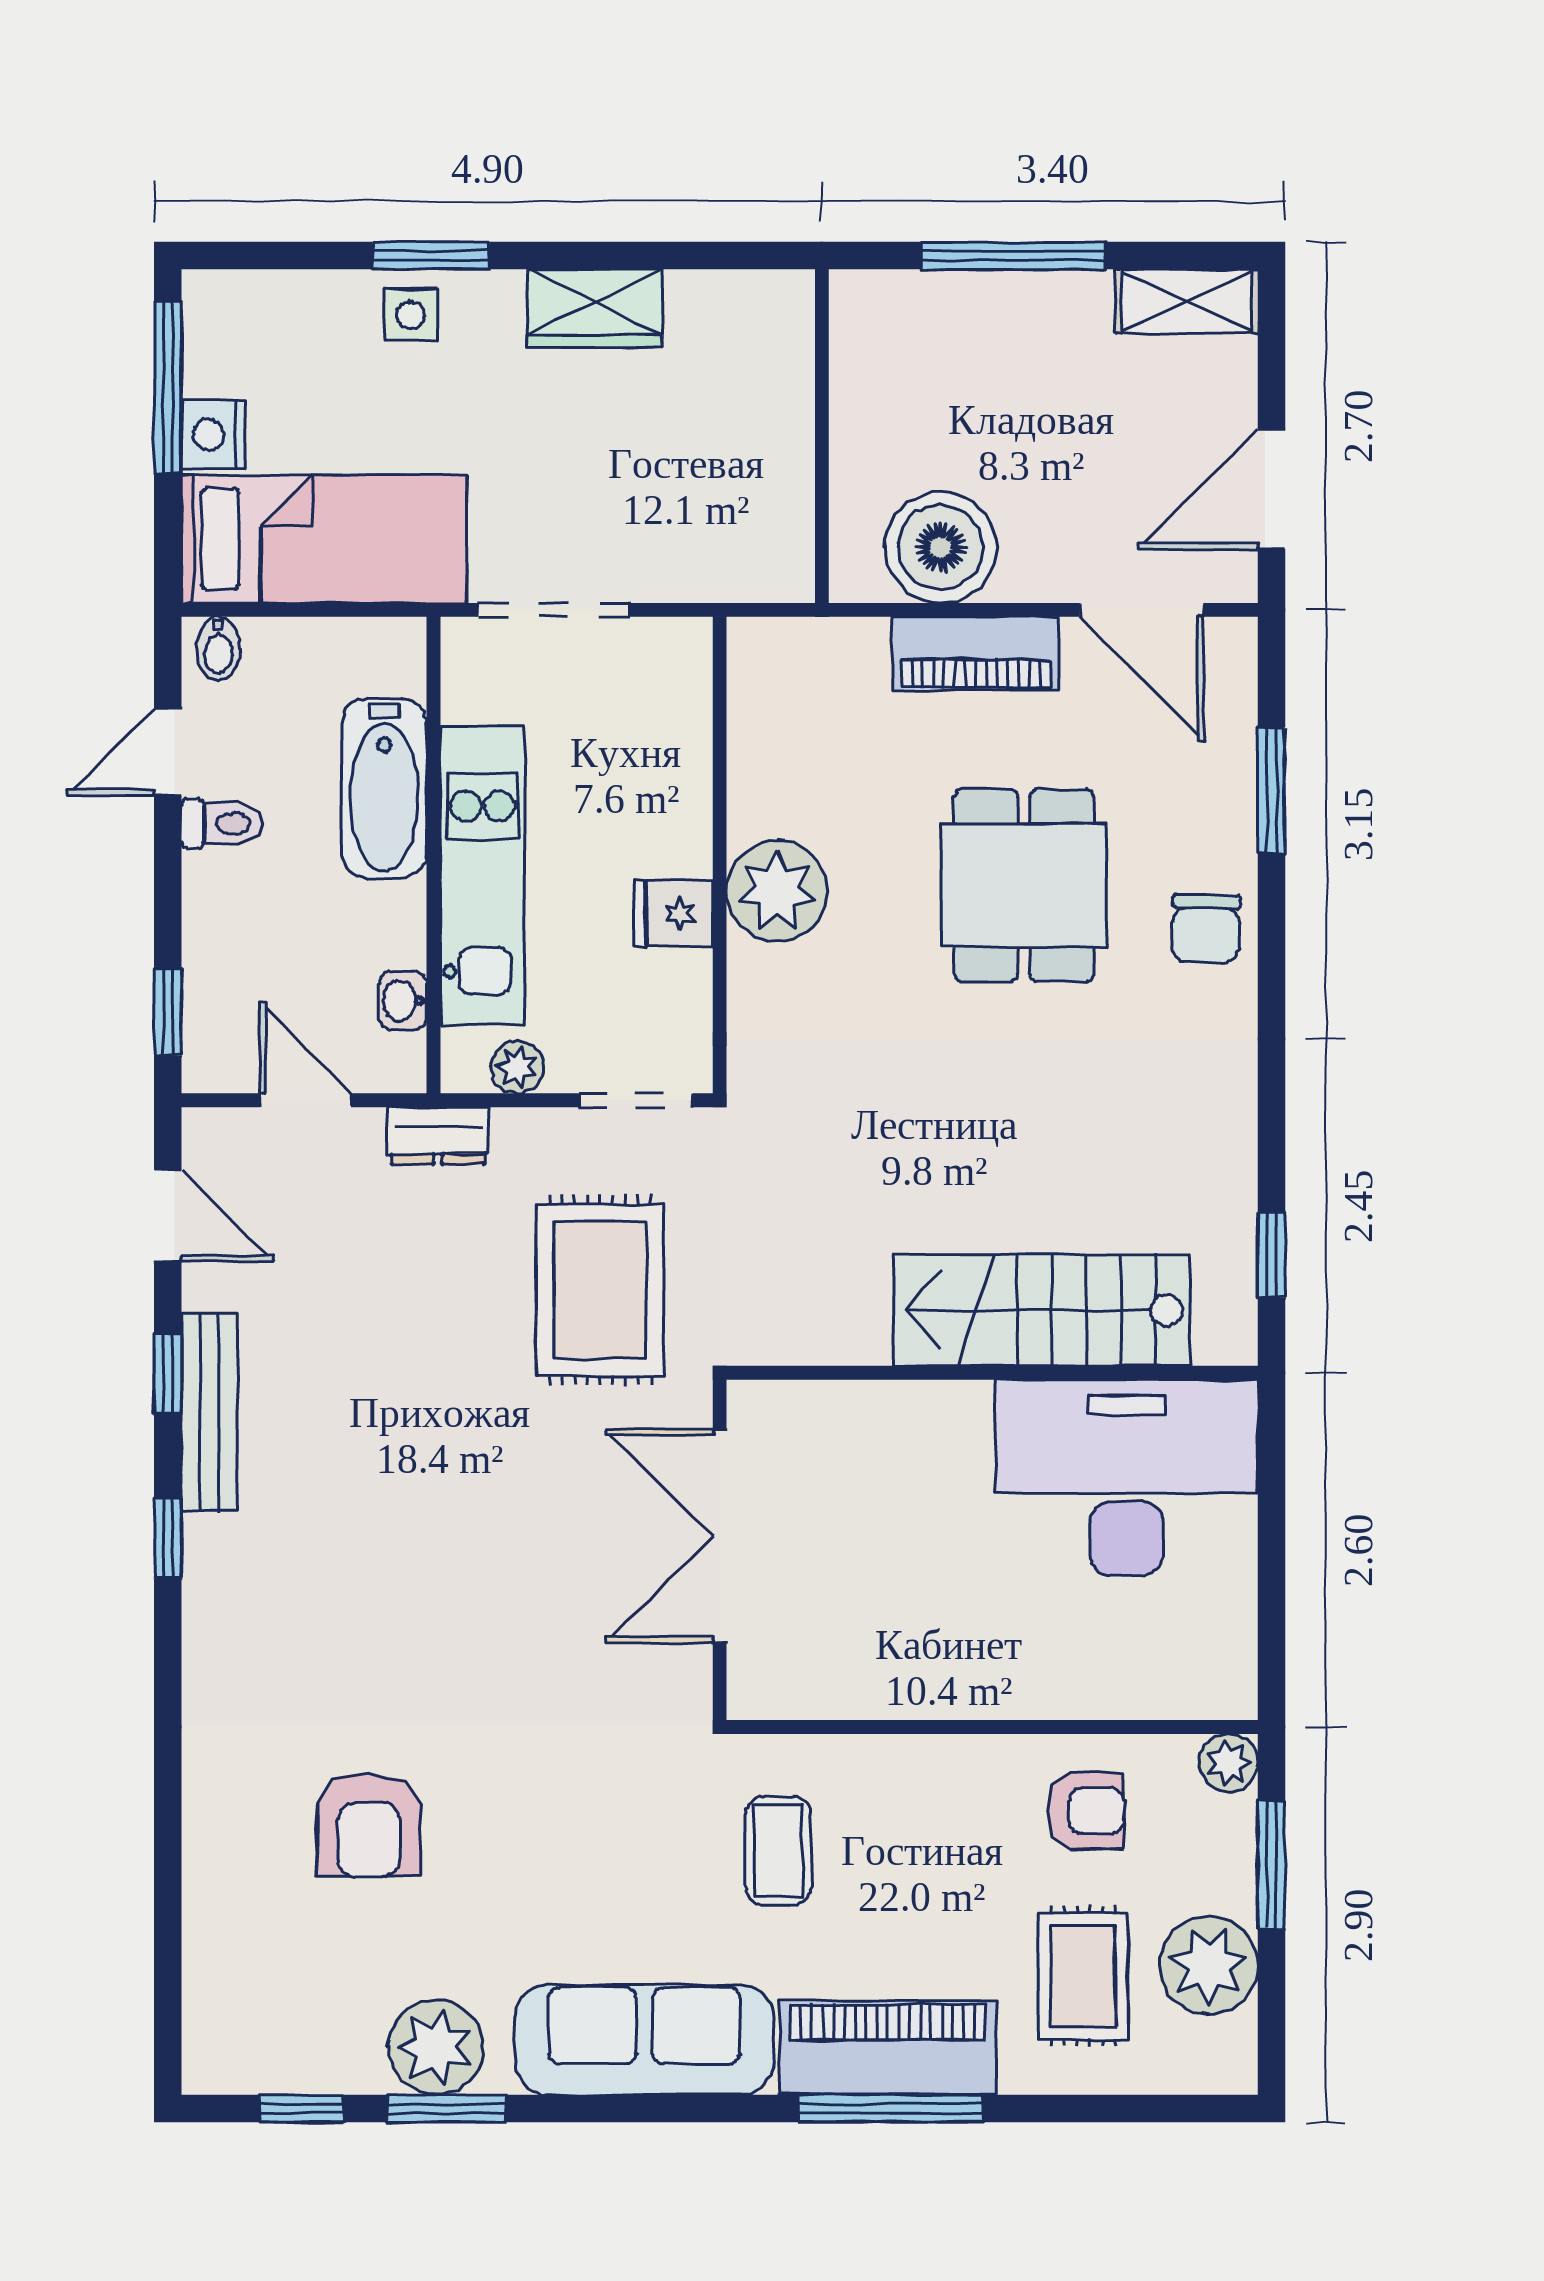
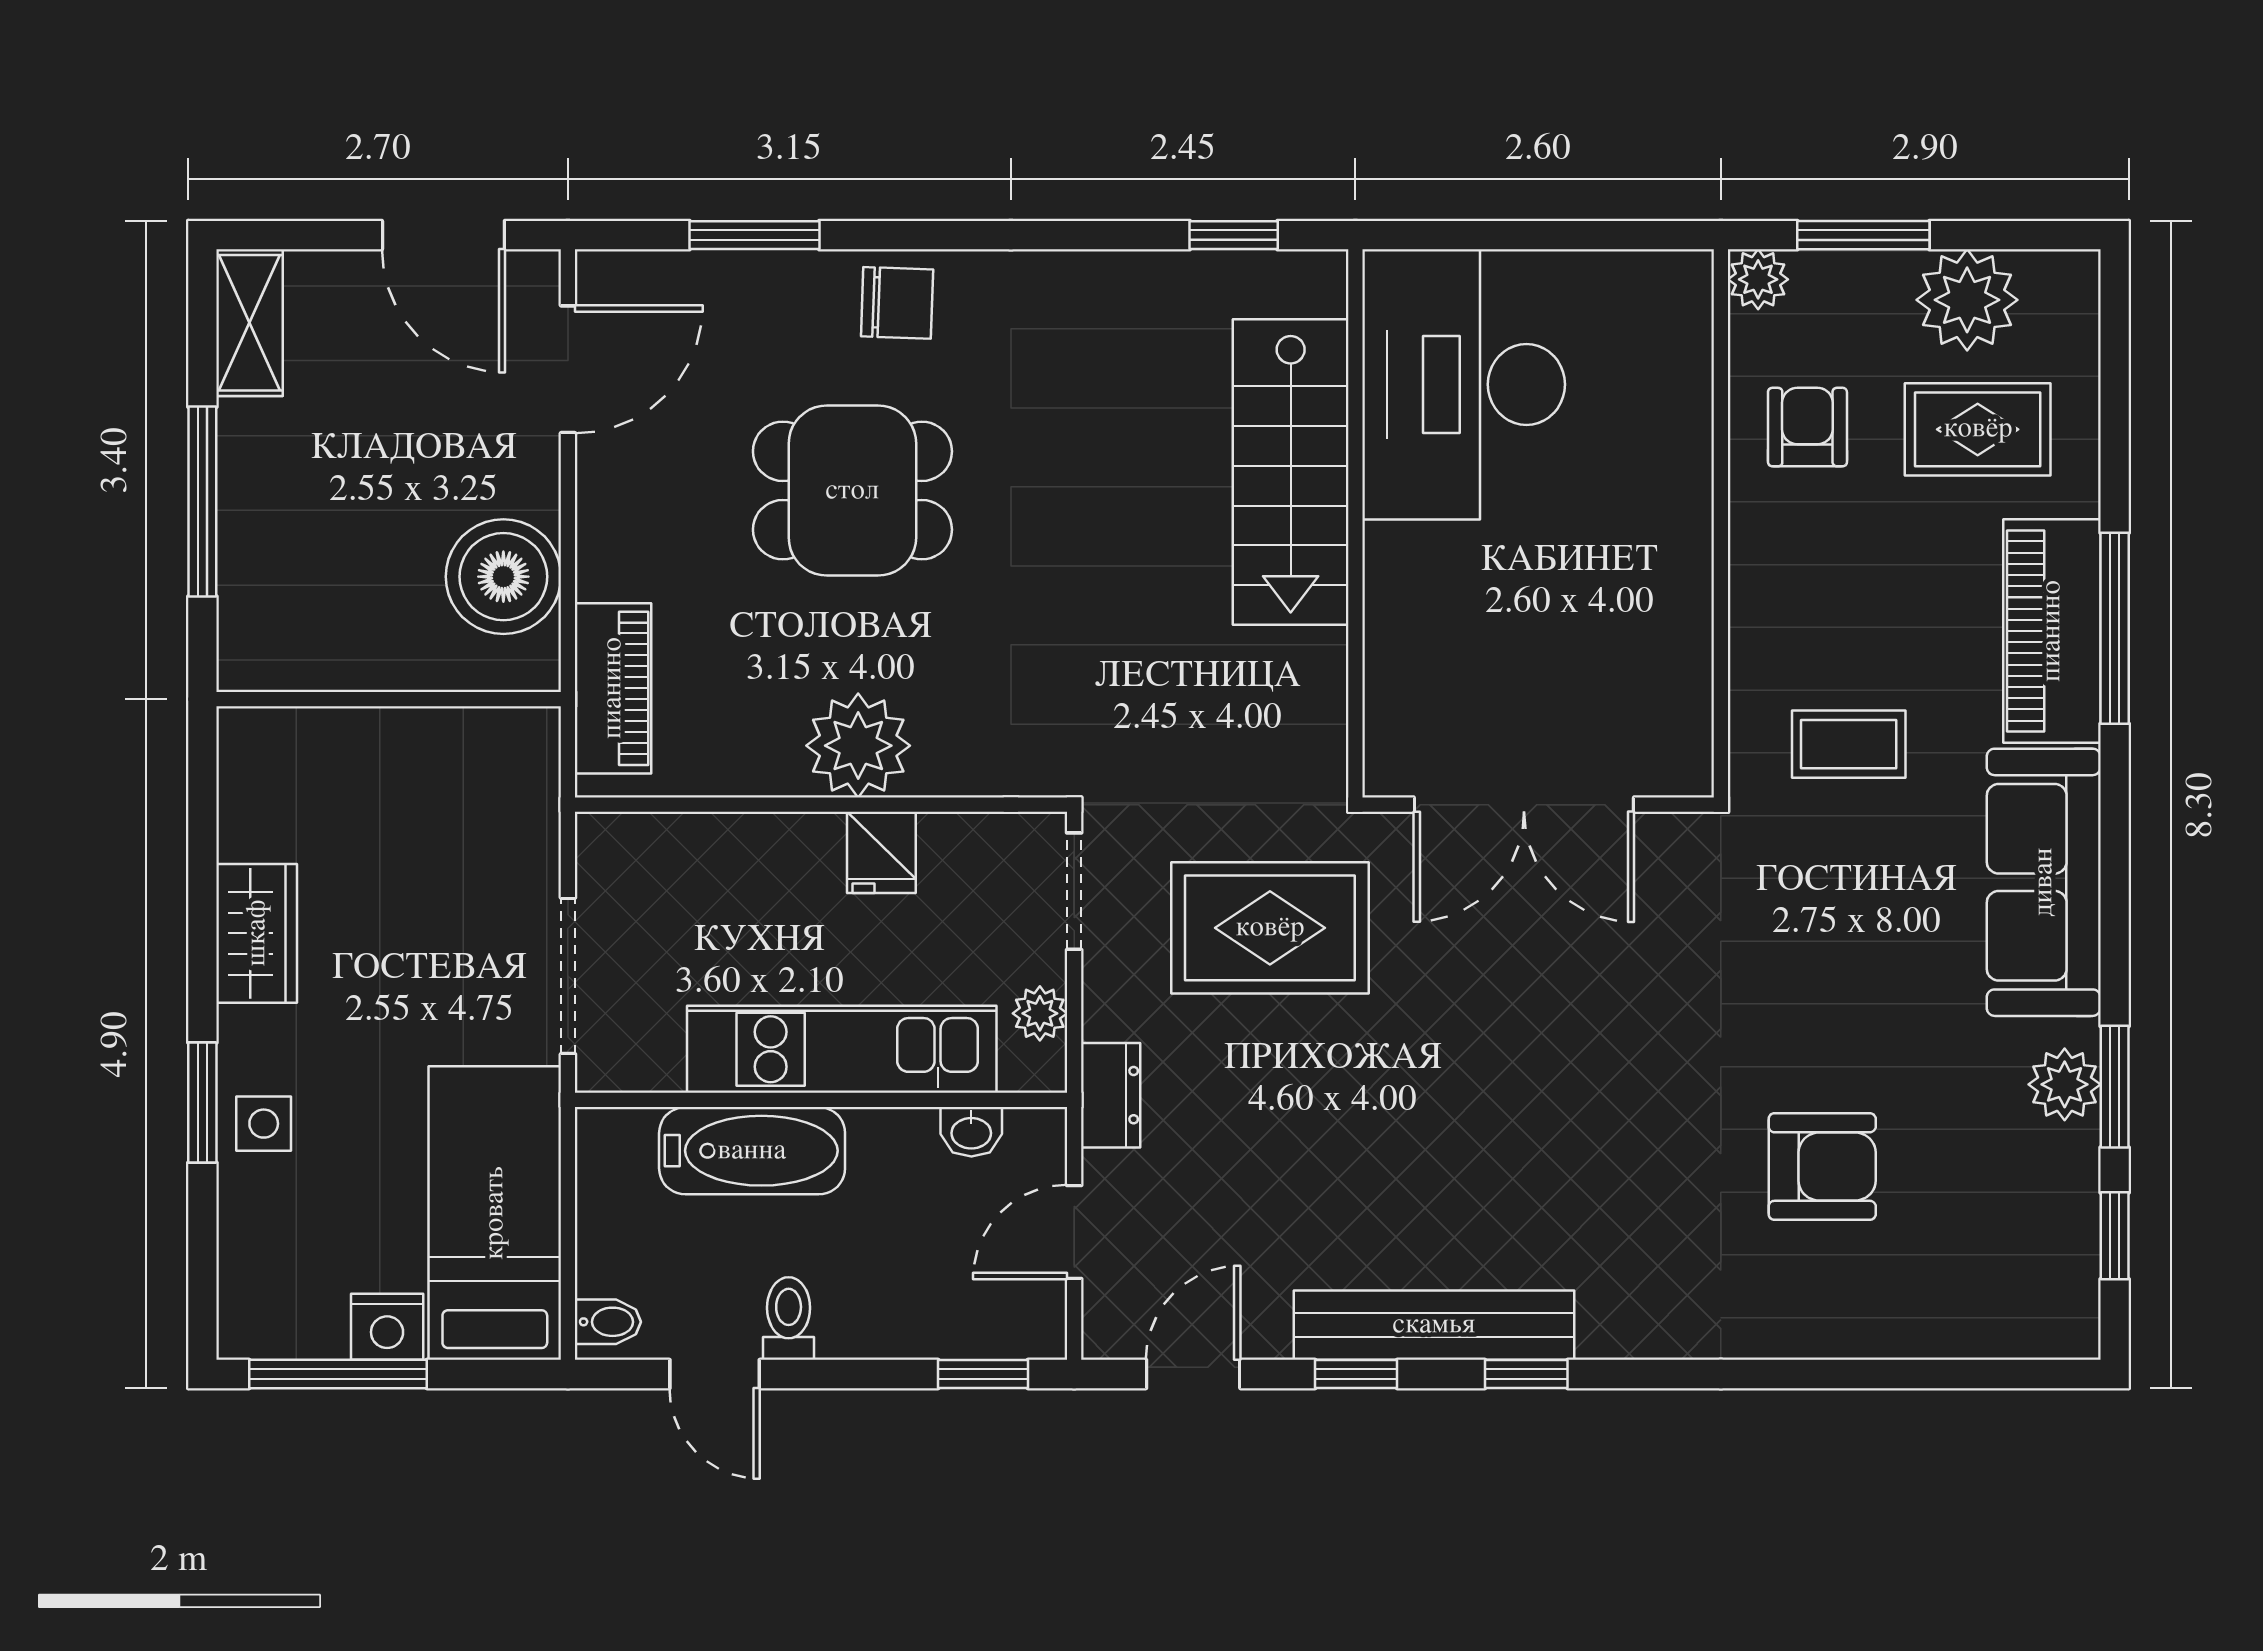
piano: (976, 654) -> (613, 688), moved
bench: (209, 1413) -> (1434, 1325), width x1.37, depth x1.21
plant: (436, 2047) -> (2065, 1084), width x0.73, depth x0.73

